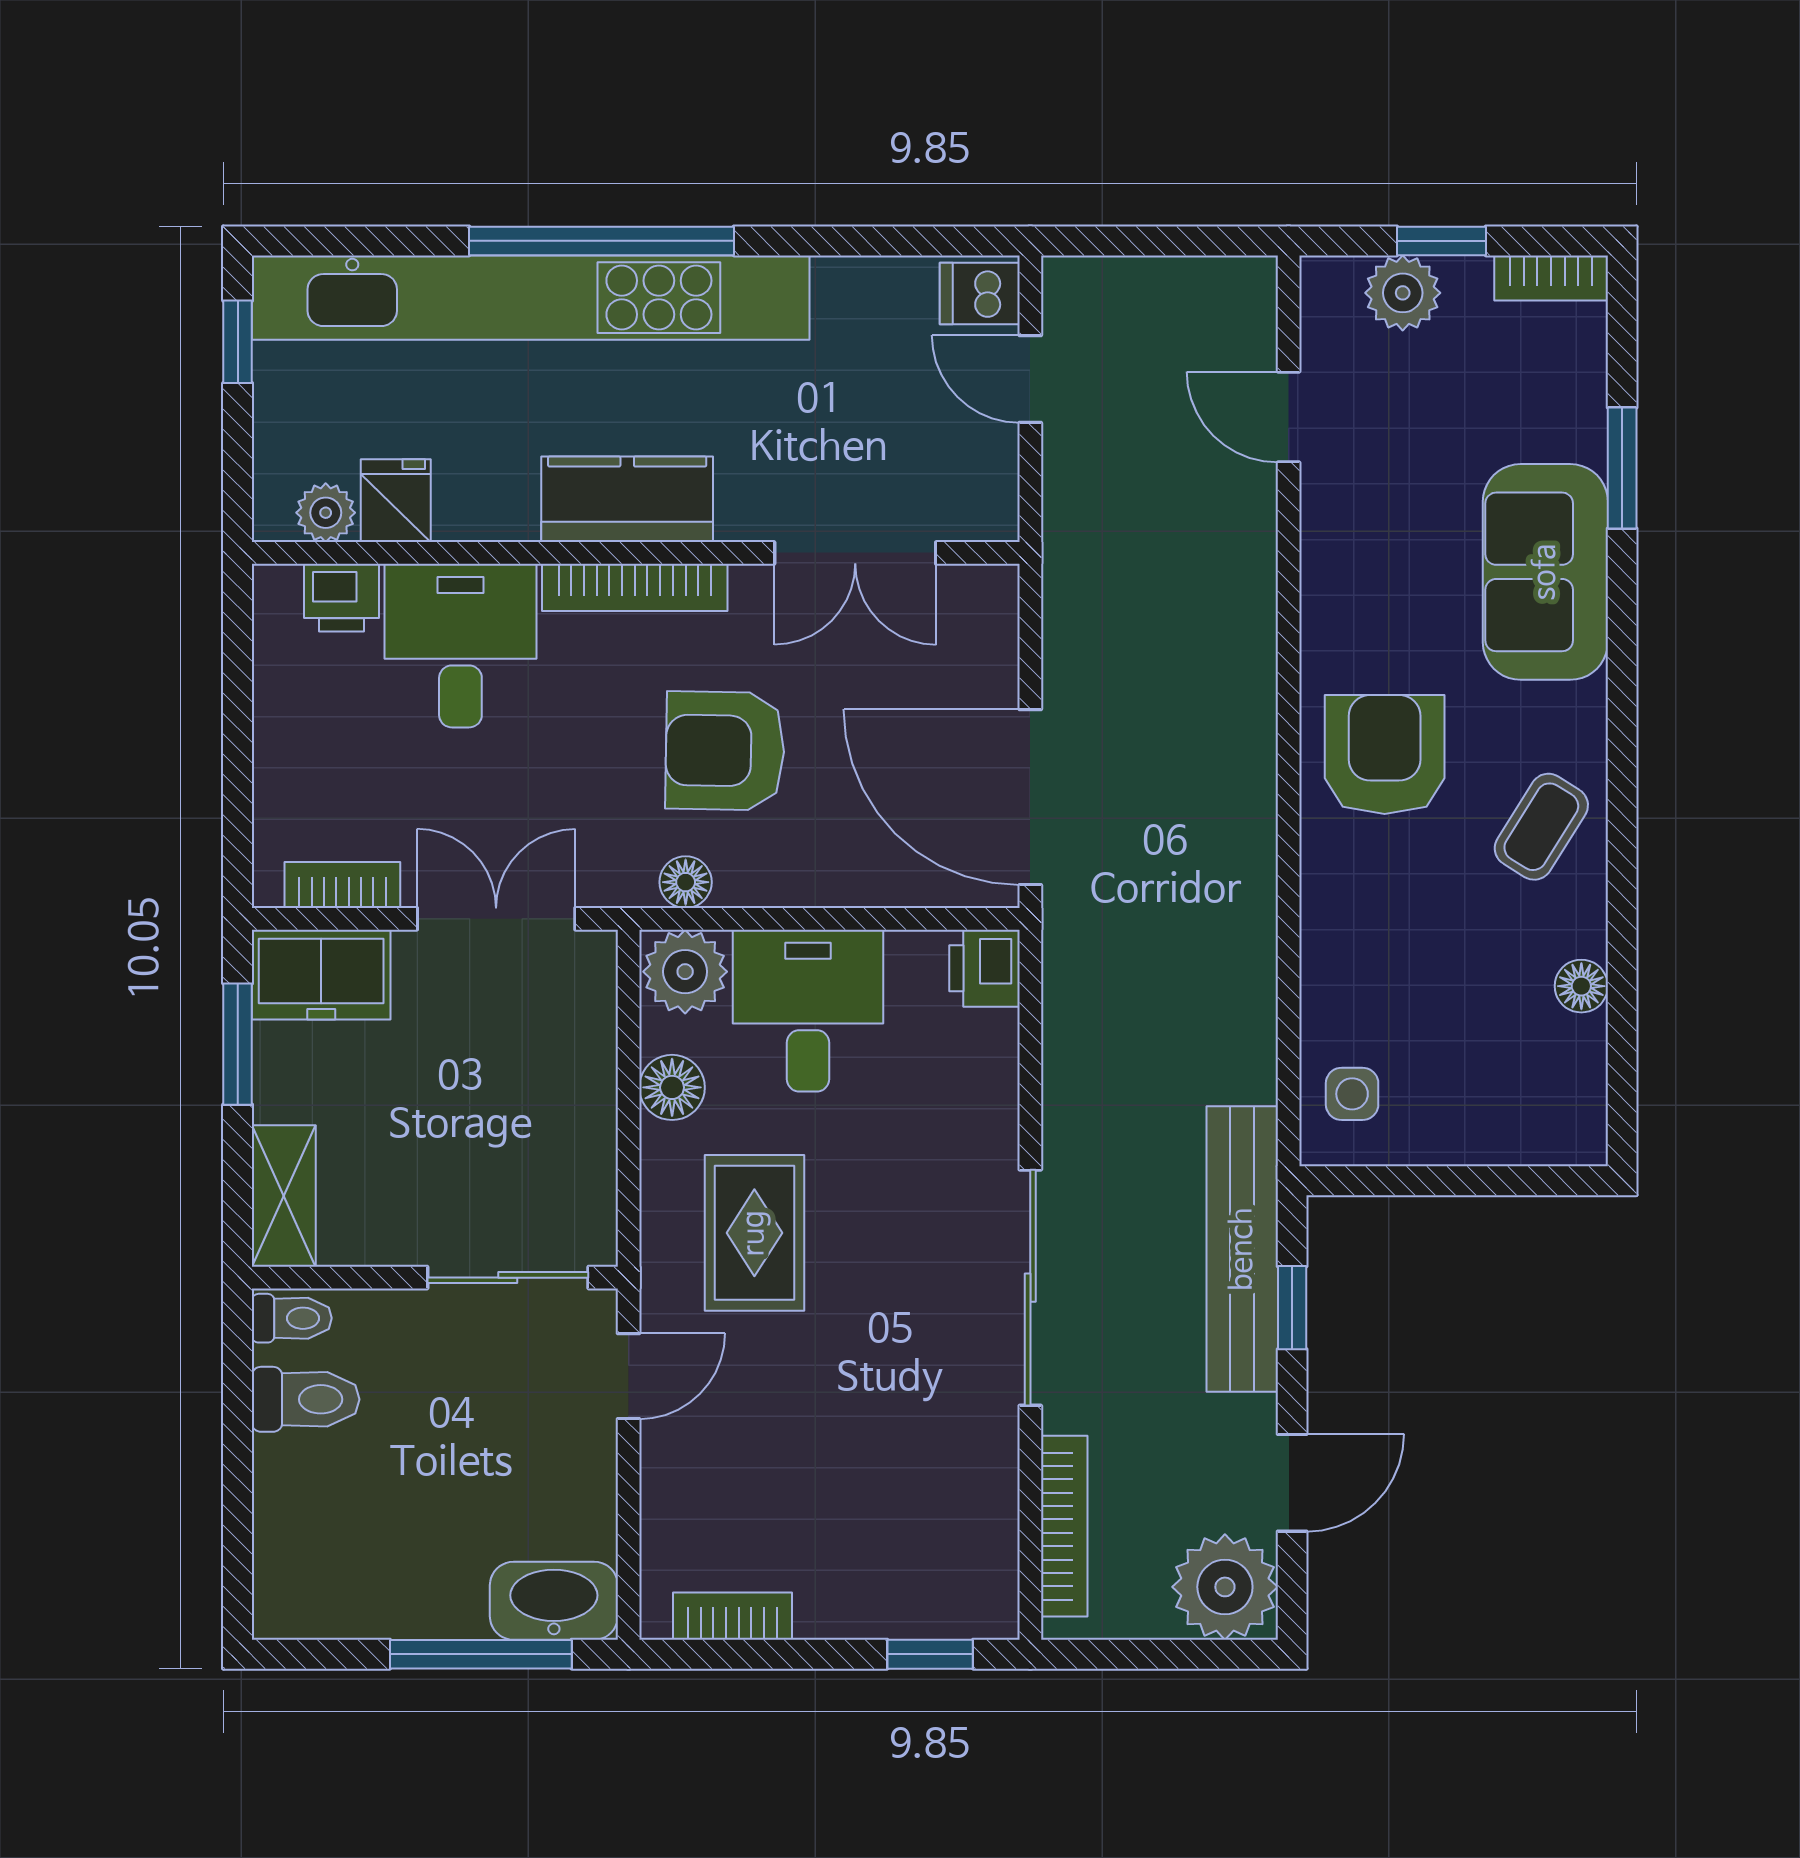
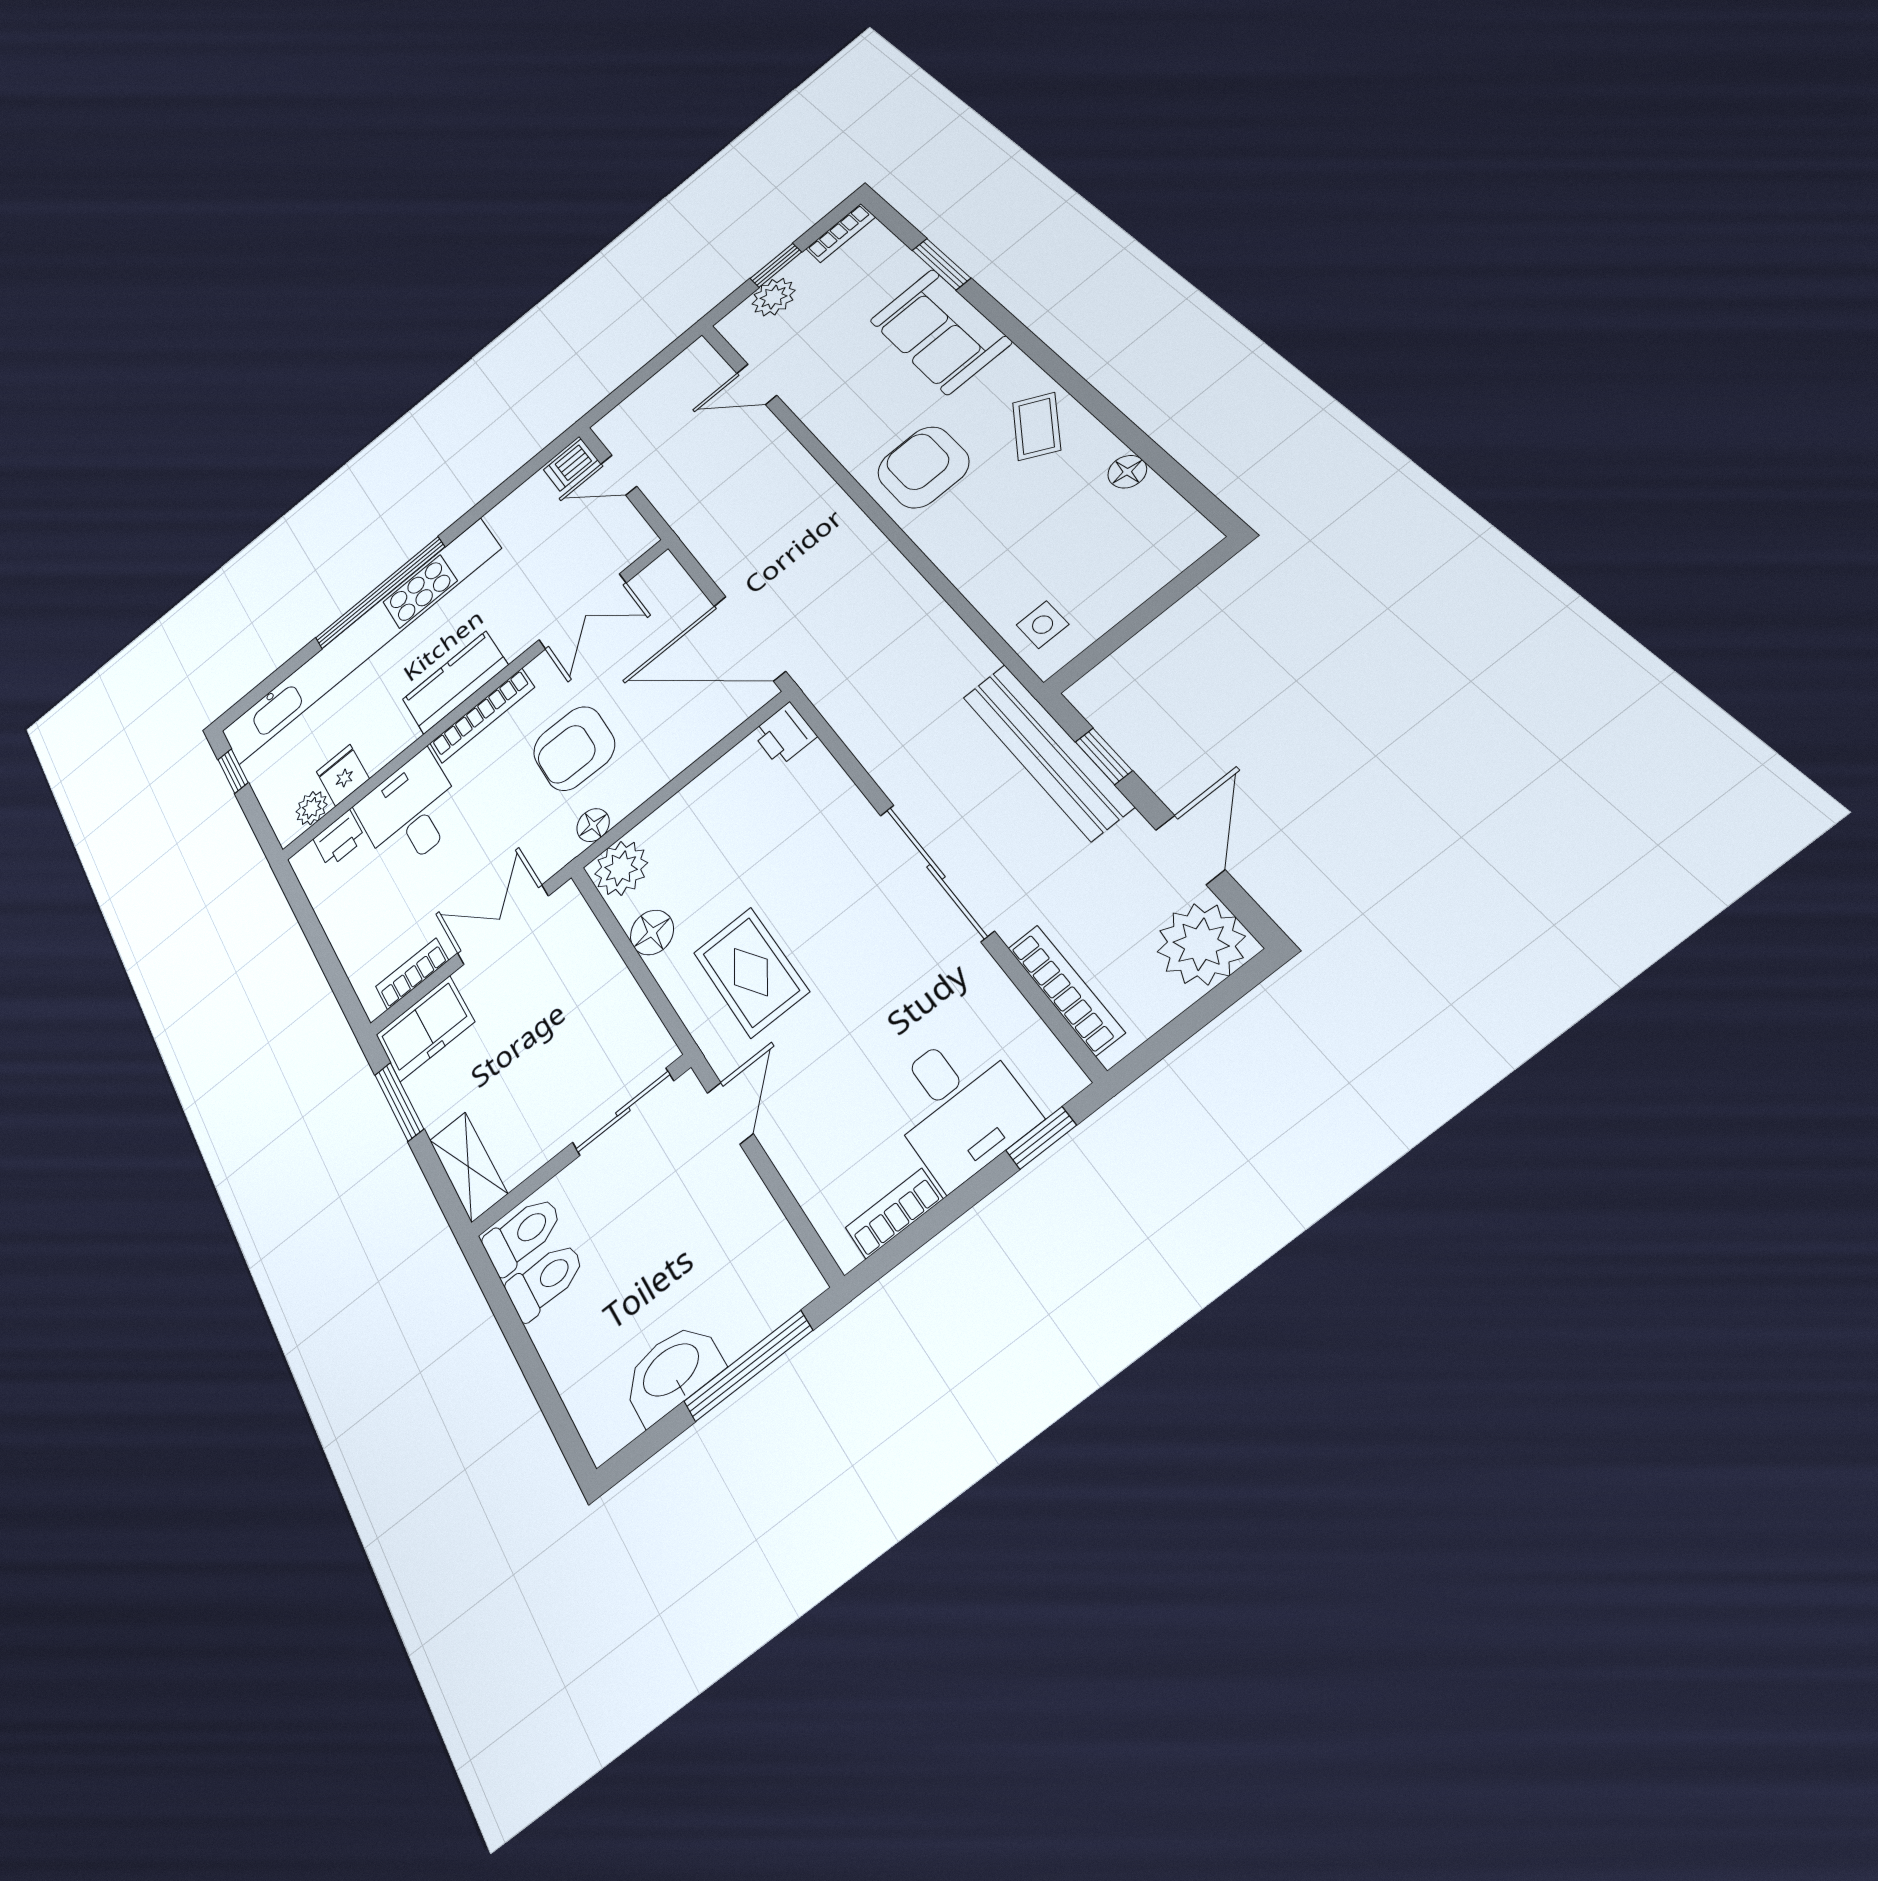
desk: (808, 1011) -> (958, 1106), moved, turned 180
toilet: (292, 1318) -> (523, 1234), width x1.37, depth x1.39
washbasin: (554, 1601) -> (672, 1371), moved

